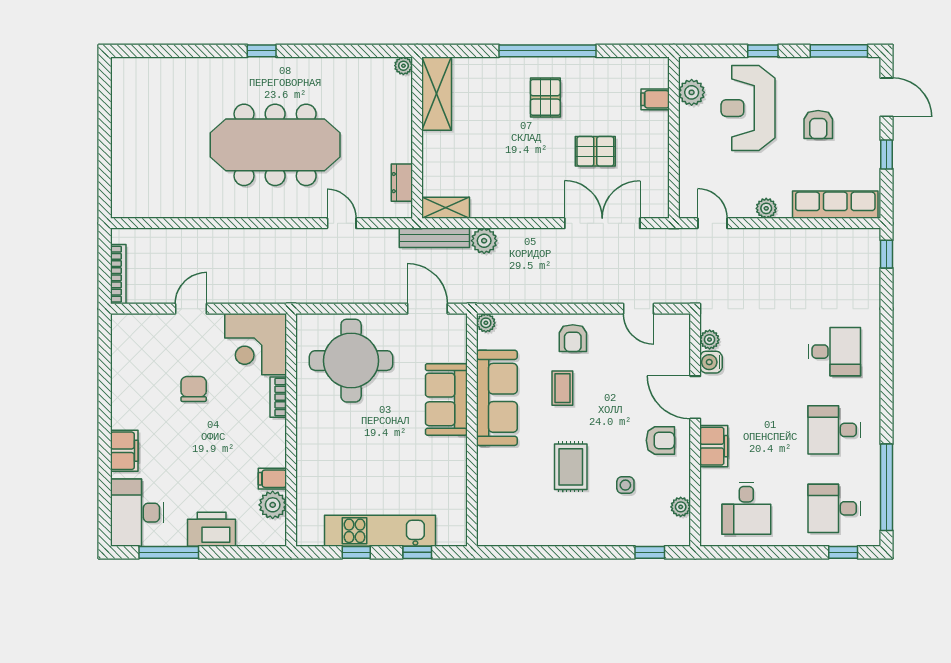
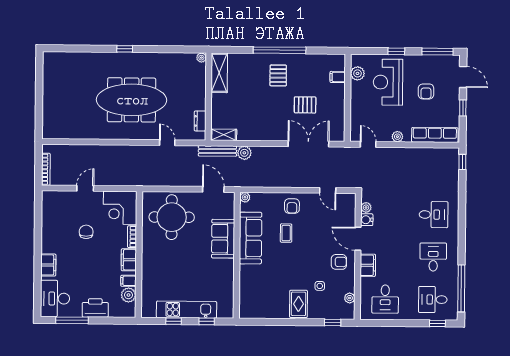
desk: (834, 430) -> (433, 257), turned 90
filing cabinet: (273, 440) -> (129, 260), added
rug: (571, 467) -> (298, 304), moved

